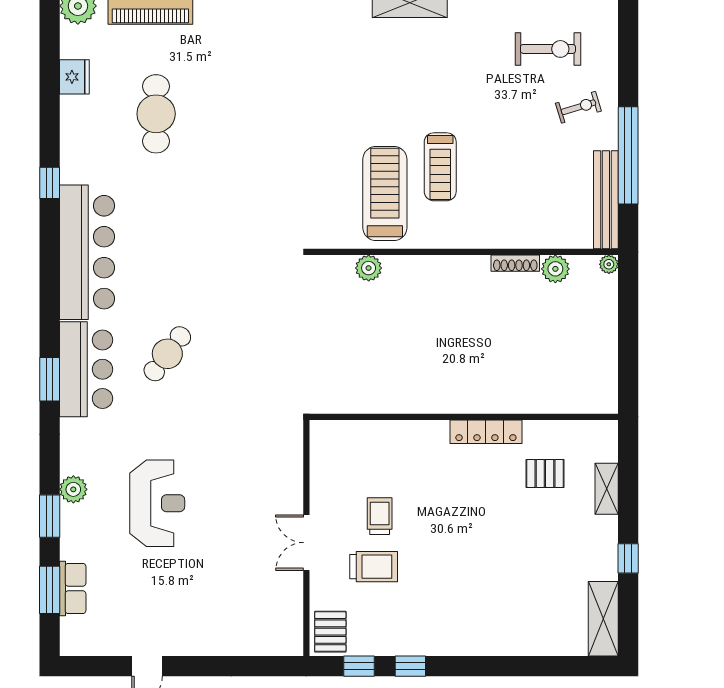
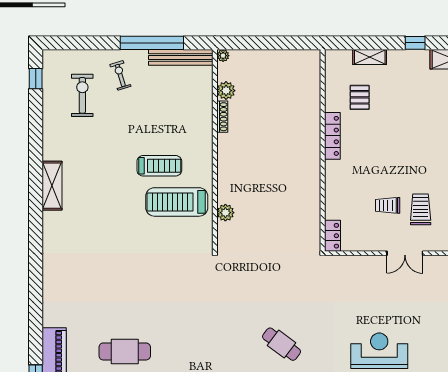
locker: (333, 432) -> (332, 236), added

